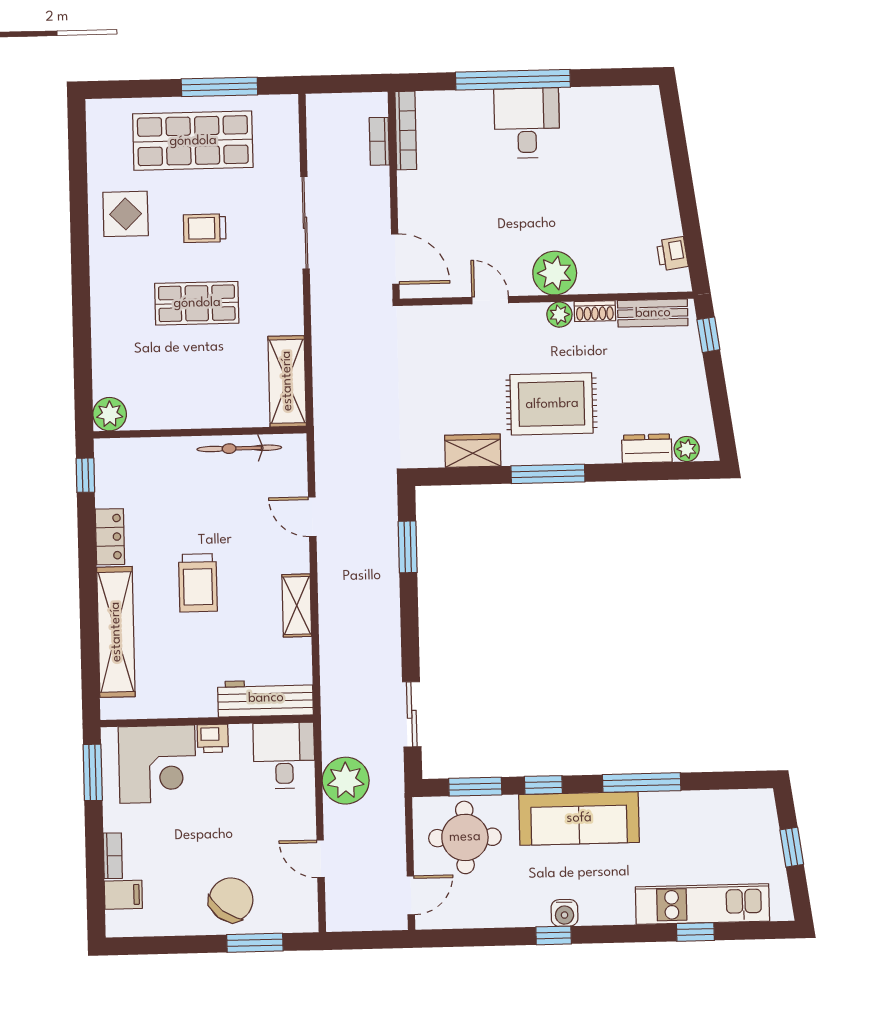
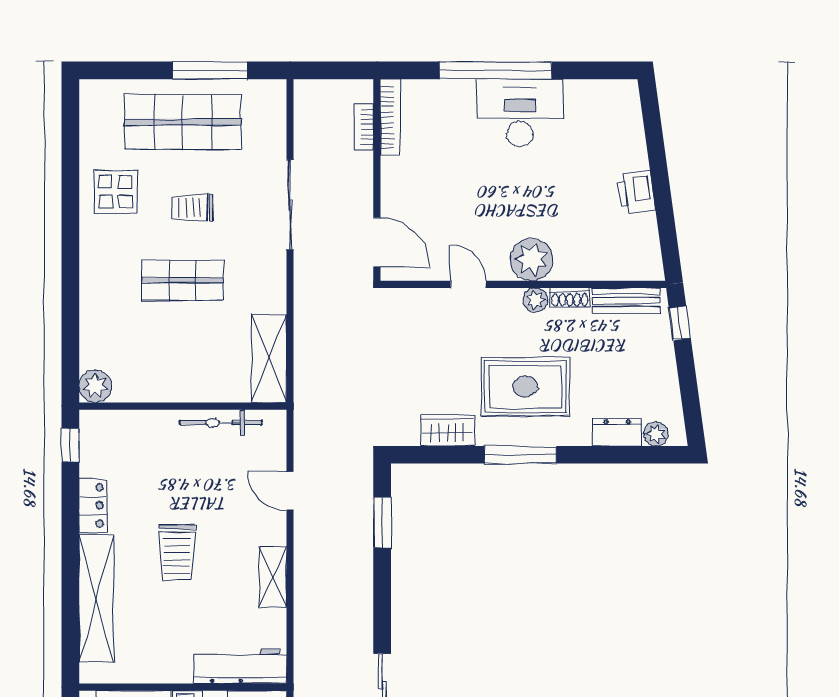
desk: (527, 123) -> (520, 113), width x1.37
printer: (672, 254) -> (636, 192), moved, width x1.36, depth x1.24

